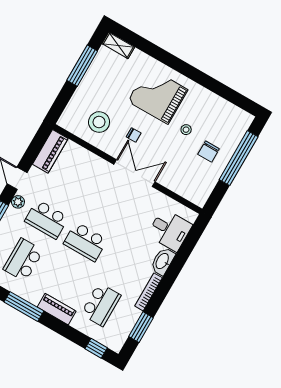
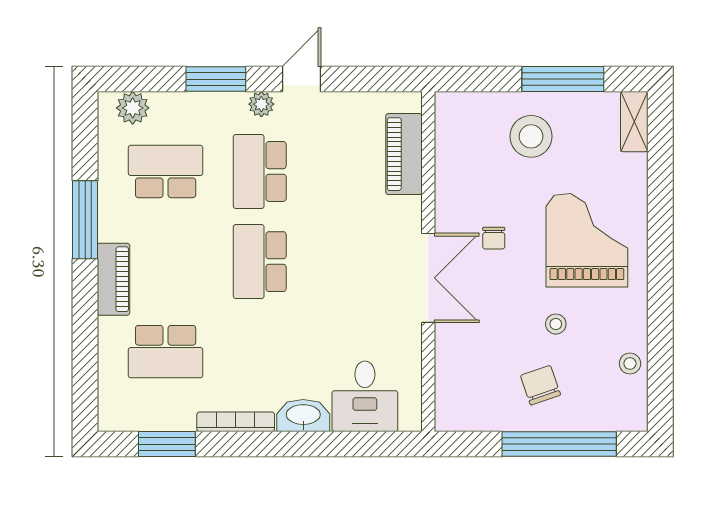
stool: (222, 107) -> (630, 364), added
stool: (99, 122) -> (531, 136), moved
piano: (50, 151) -> (404, 154), moved, turned 90
chair: (209, 151) -> (540, 385), turned 71
window: (96, 348) -> (85, 387), removed

